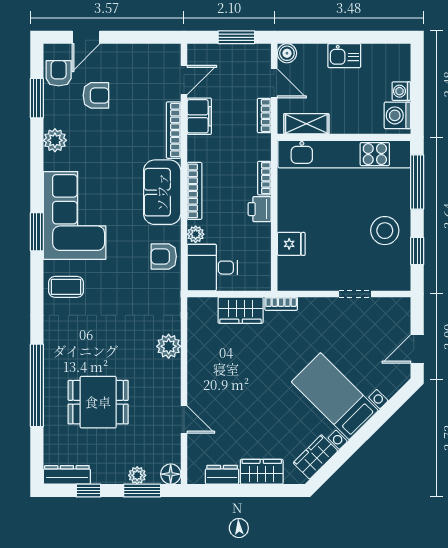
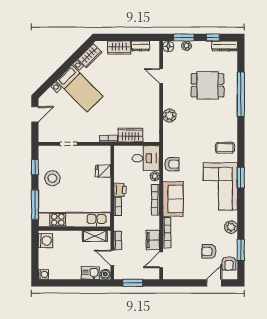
kitchen sink: (344, 56) -> (90, 273), moved
washing machine: (401, 91) -> (43, 274), moved

